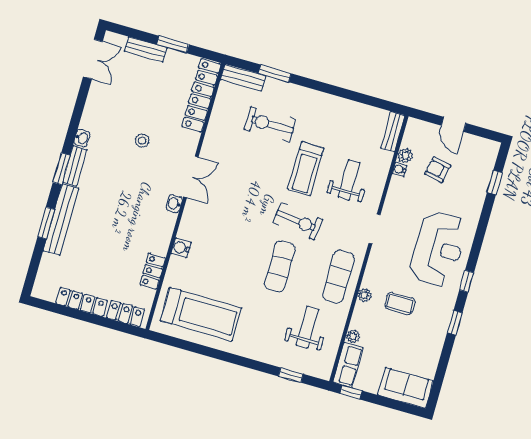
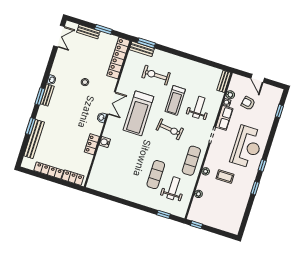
window: (275, 73) -> (146, 43), moved
bench: (61, 219) -> (34, 139), moved
exercise mat: (280, 266) -> (156, 175), moved
locker: (153, 271) -> (92, 144), moved
treadmill: (201, 314) -> (138, 113), moved, turned 90
row of seats: (348, 365) -> (224, 118), moved
sofa: (406, 388) -> (227, 223), removed

